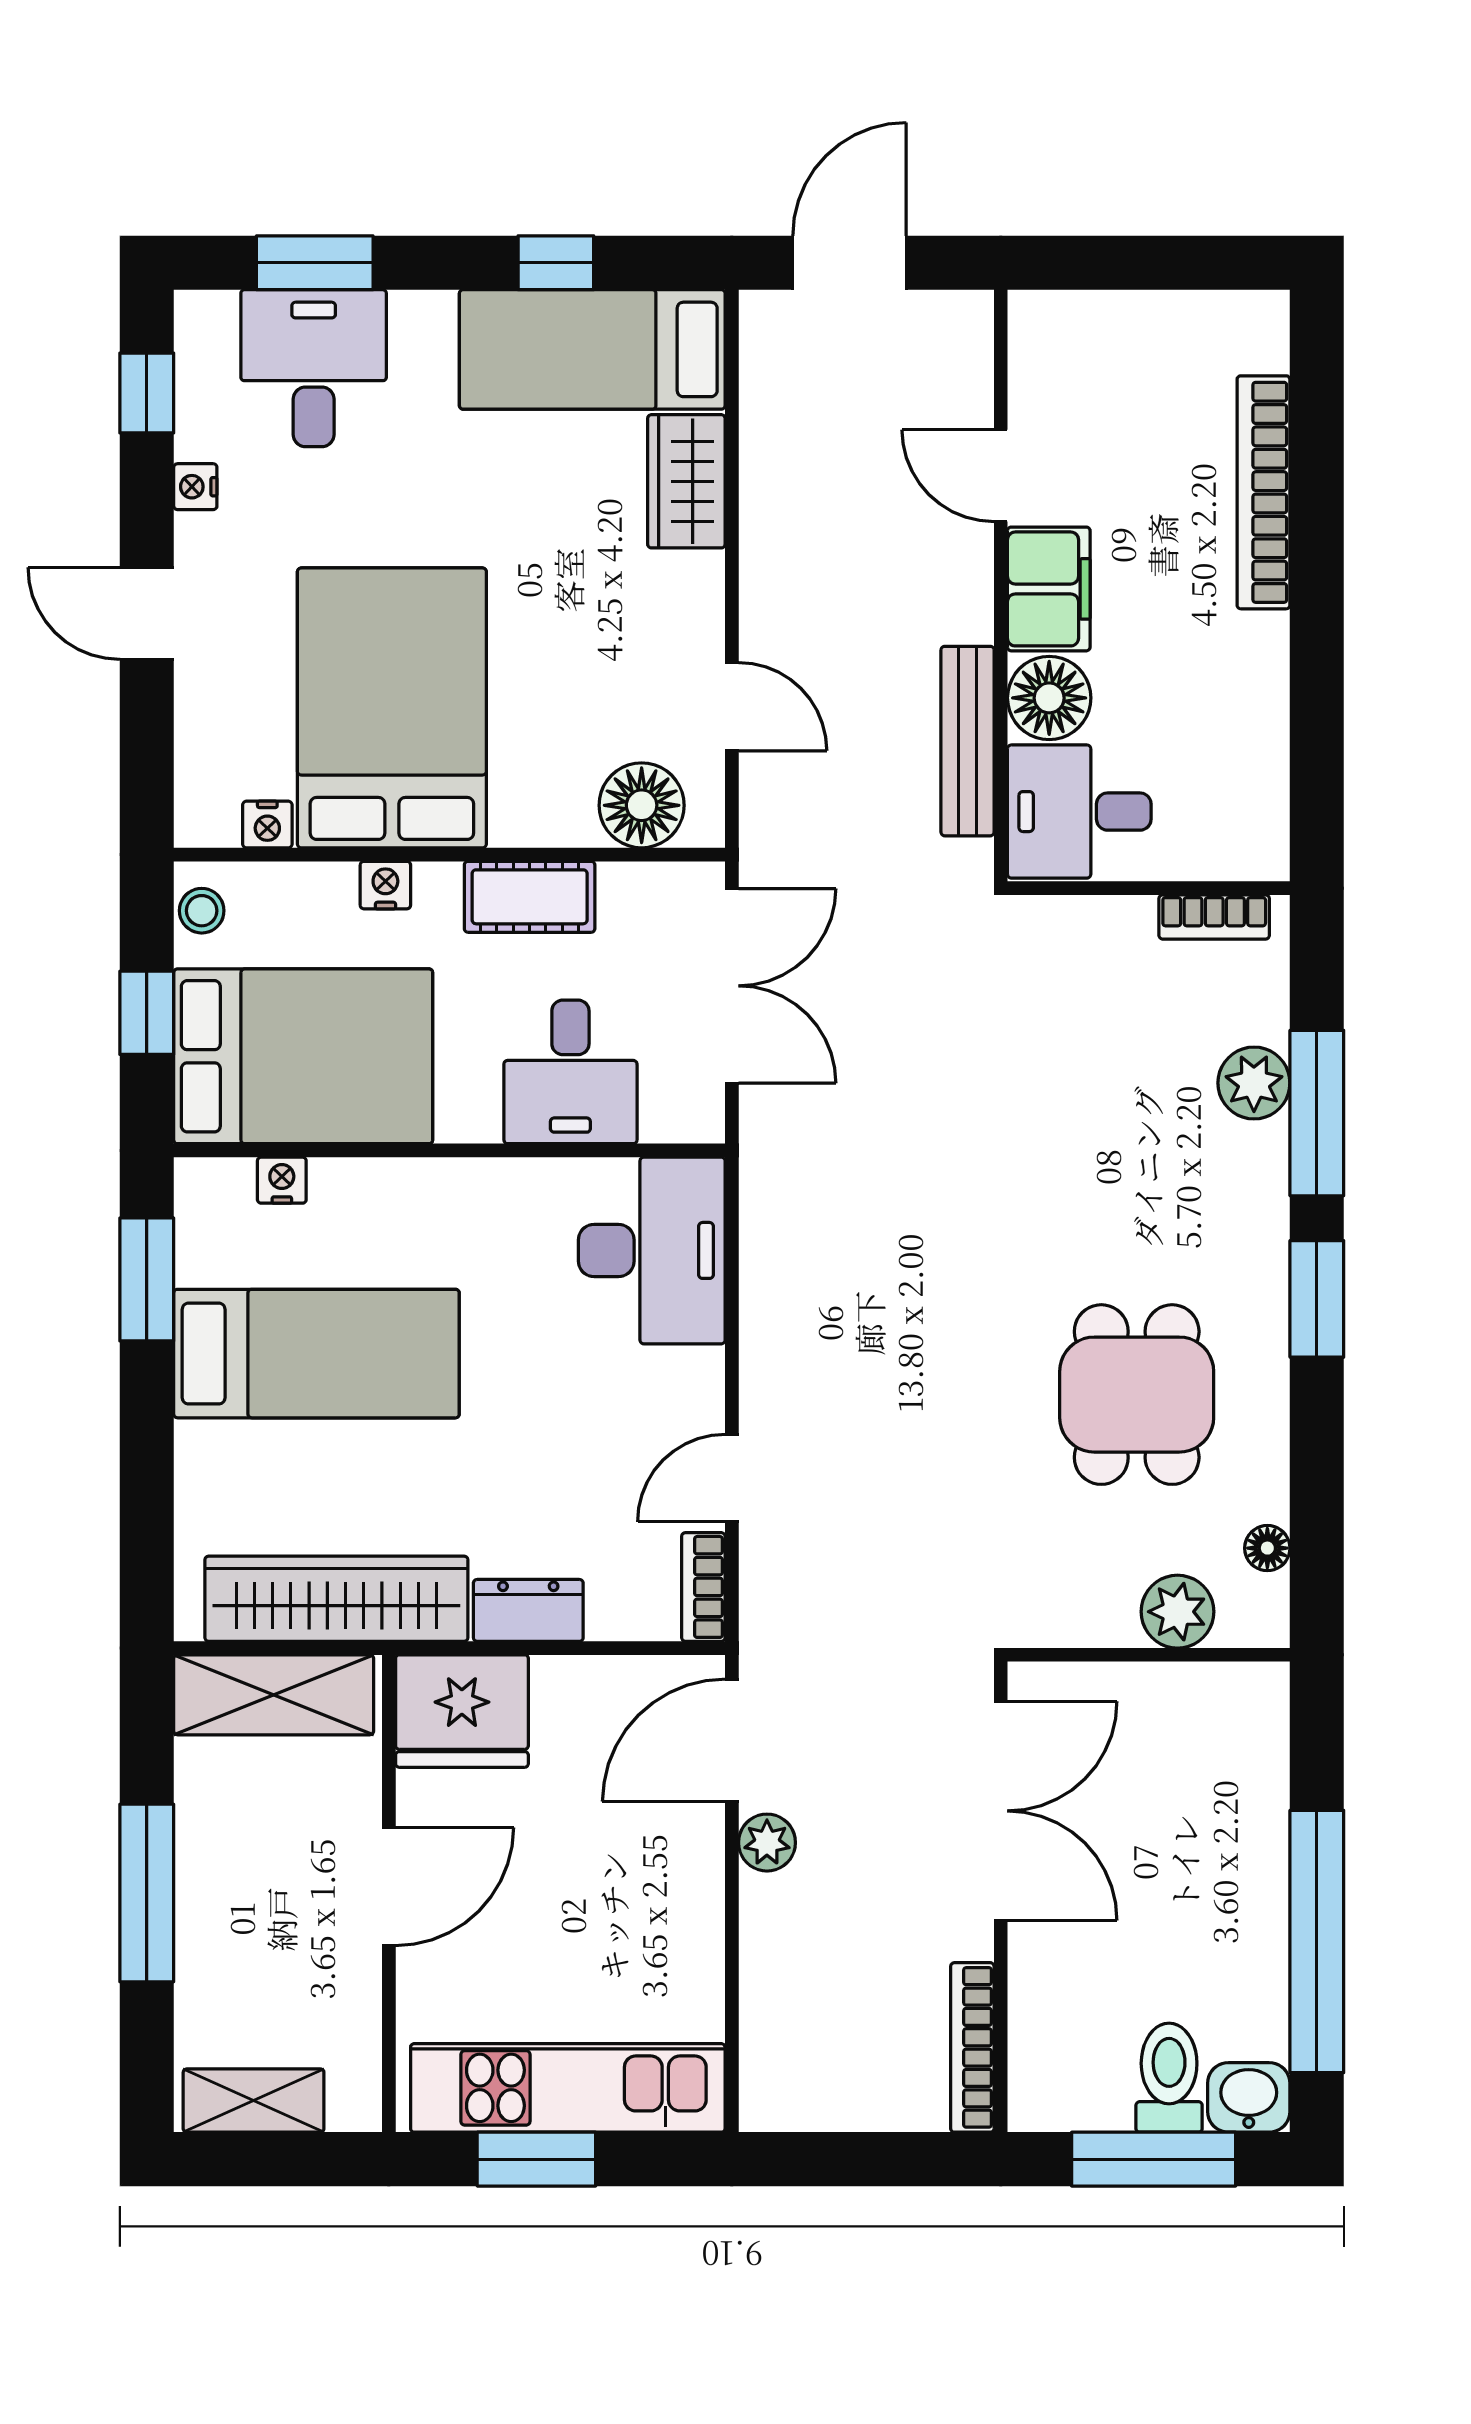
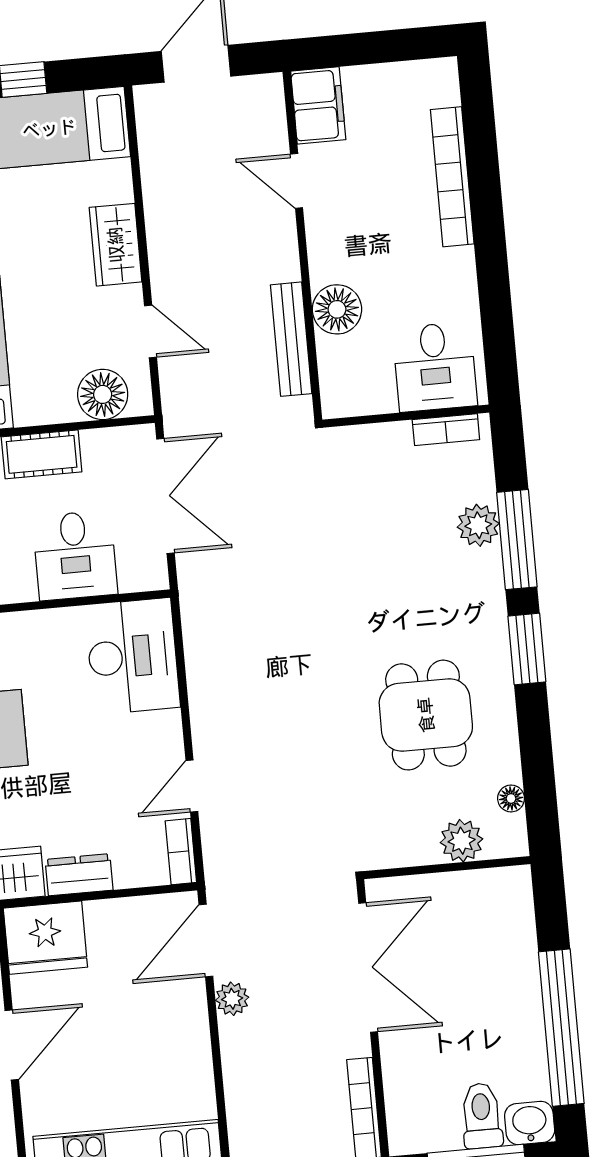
wardrobe: (686, 481) -> (116, 245), moved
filing cabinet: (1049, 589) -> (318, 105), moved
desk: (1079, 812) -> (435, 367), moved, turned -90

